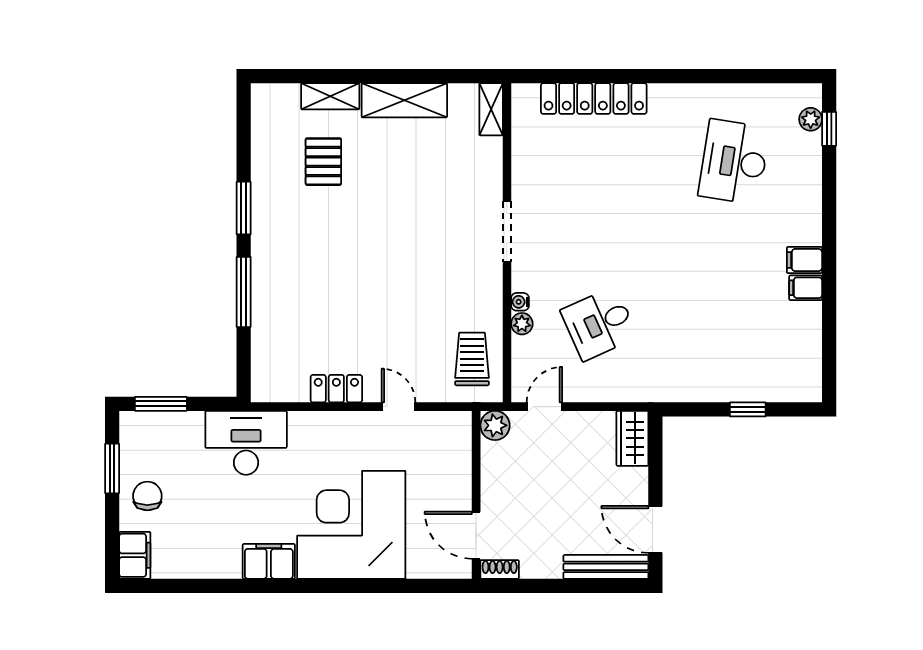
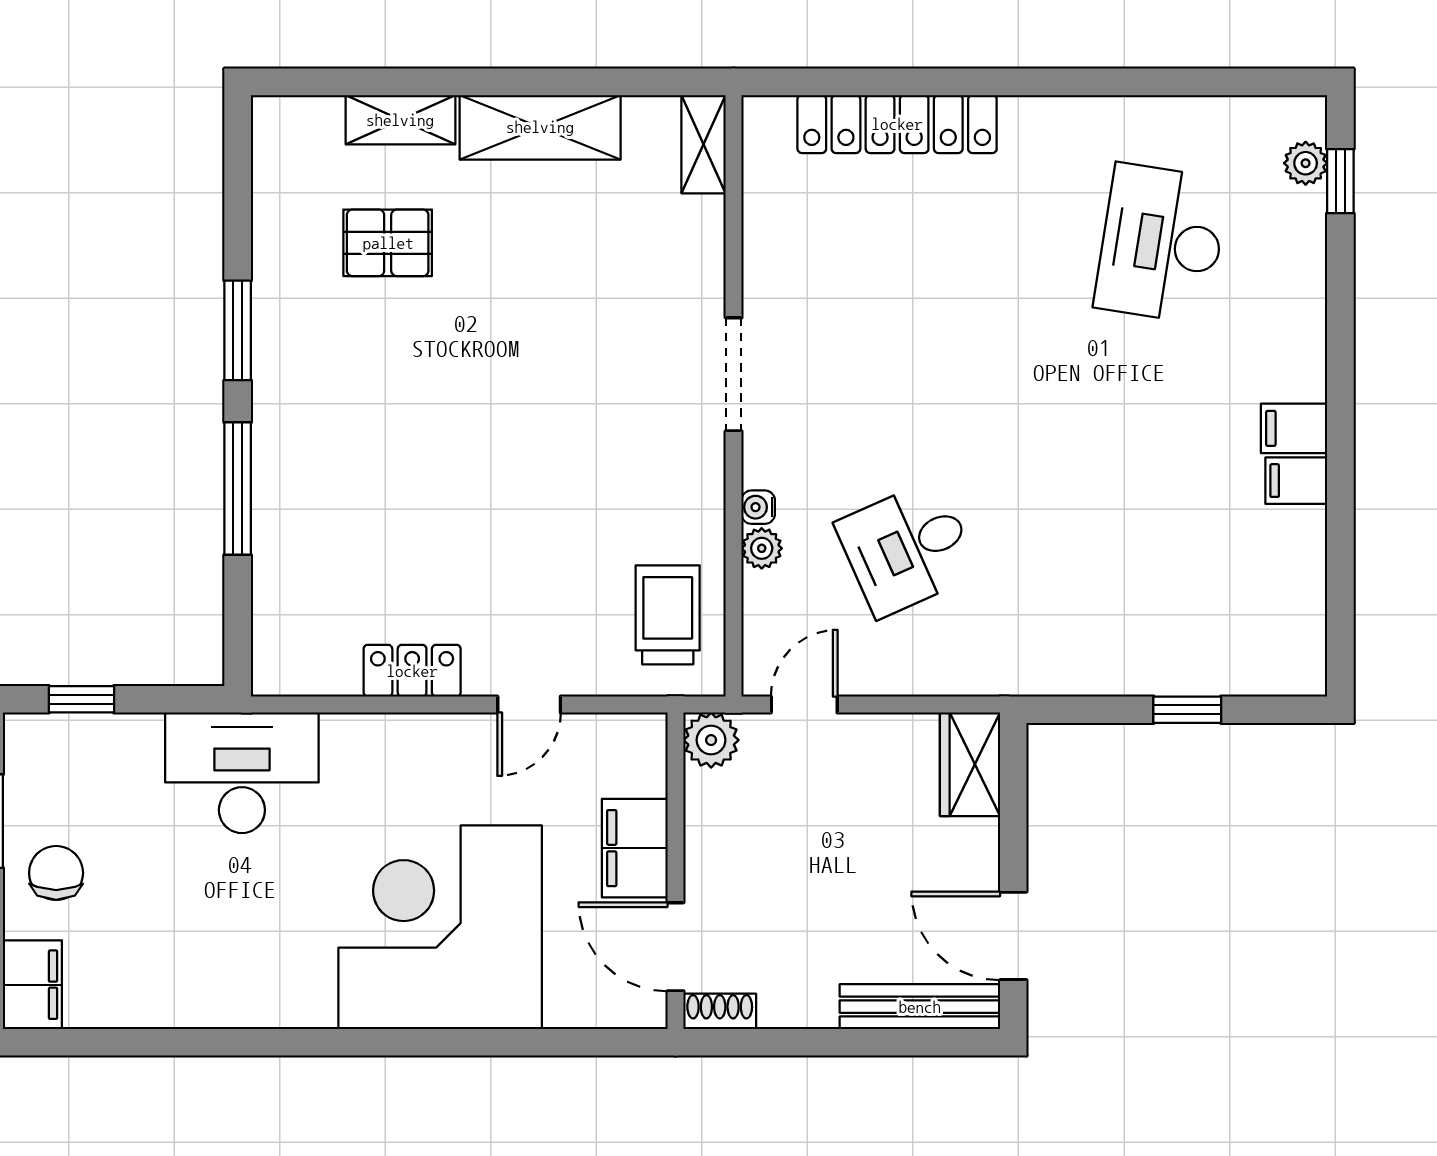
pallet: (323, 162) -> (388, 243), turned 90
window: (161, 404) -> (81, 699), width x0.67
door: (398, 407) -> (529, 705), swing flipped
filing cabinet: (269, 561) -> (635, 848), moved, turned -90

